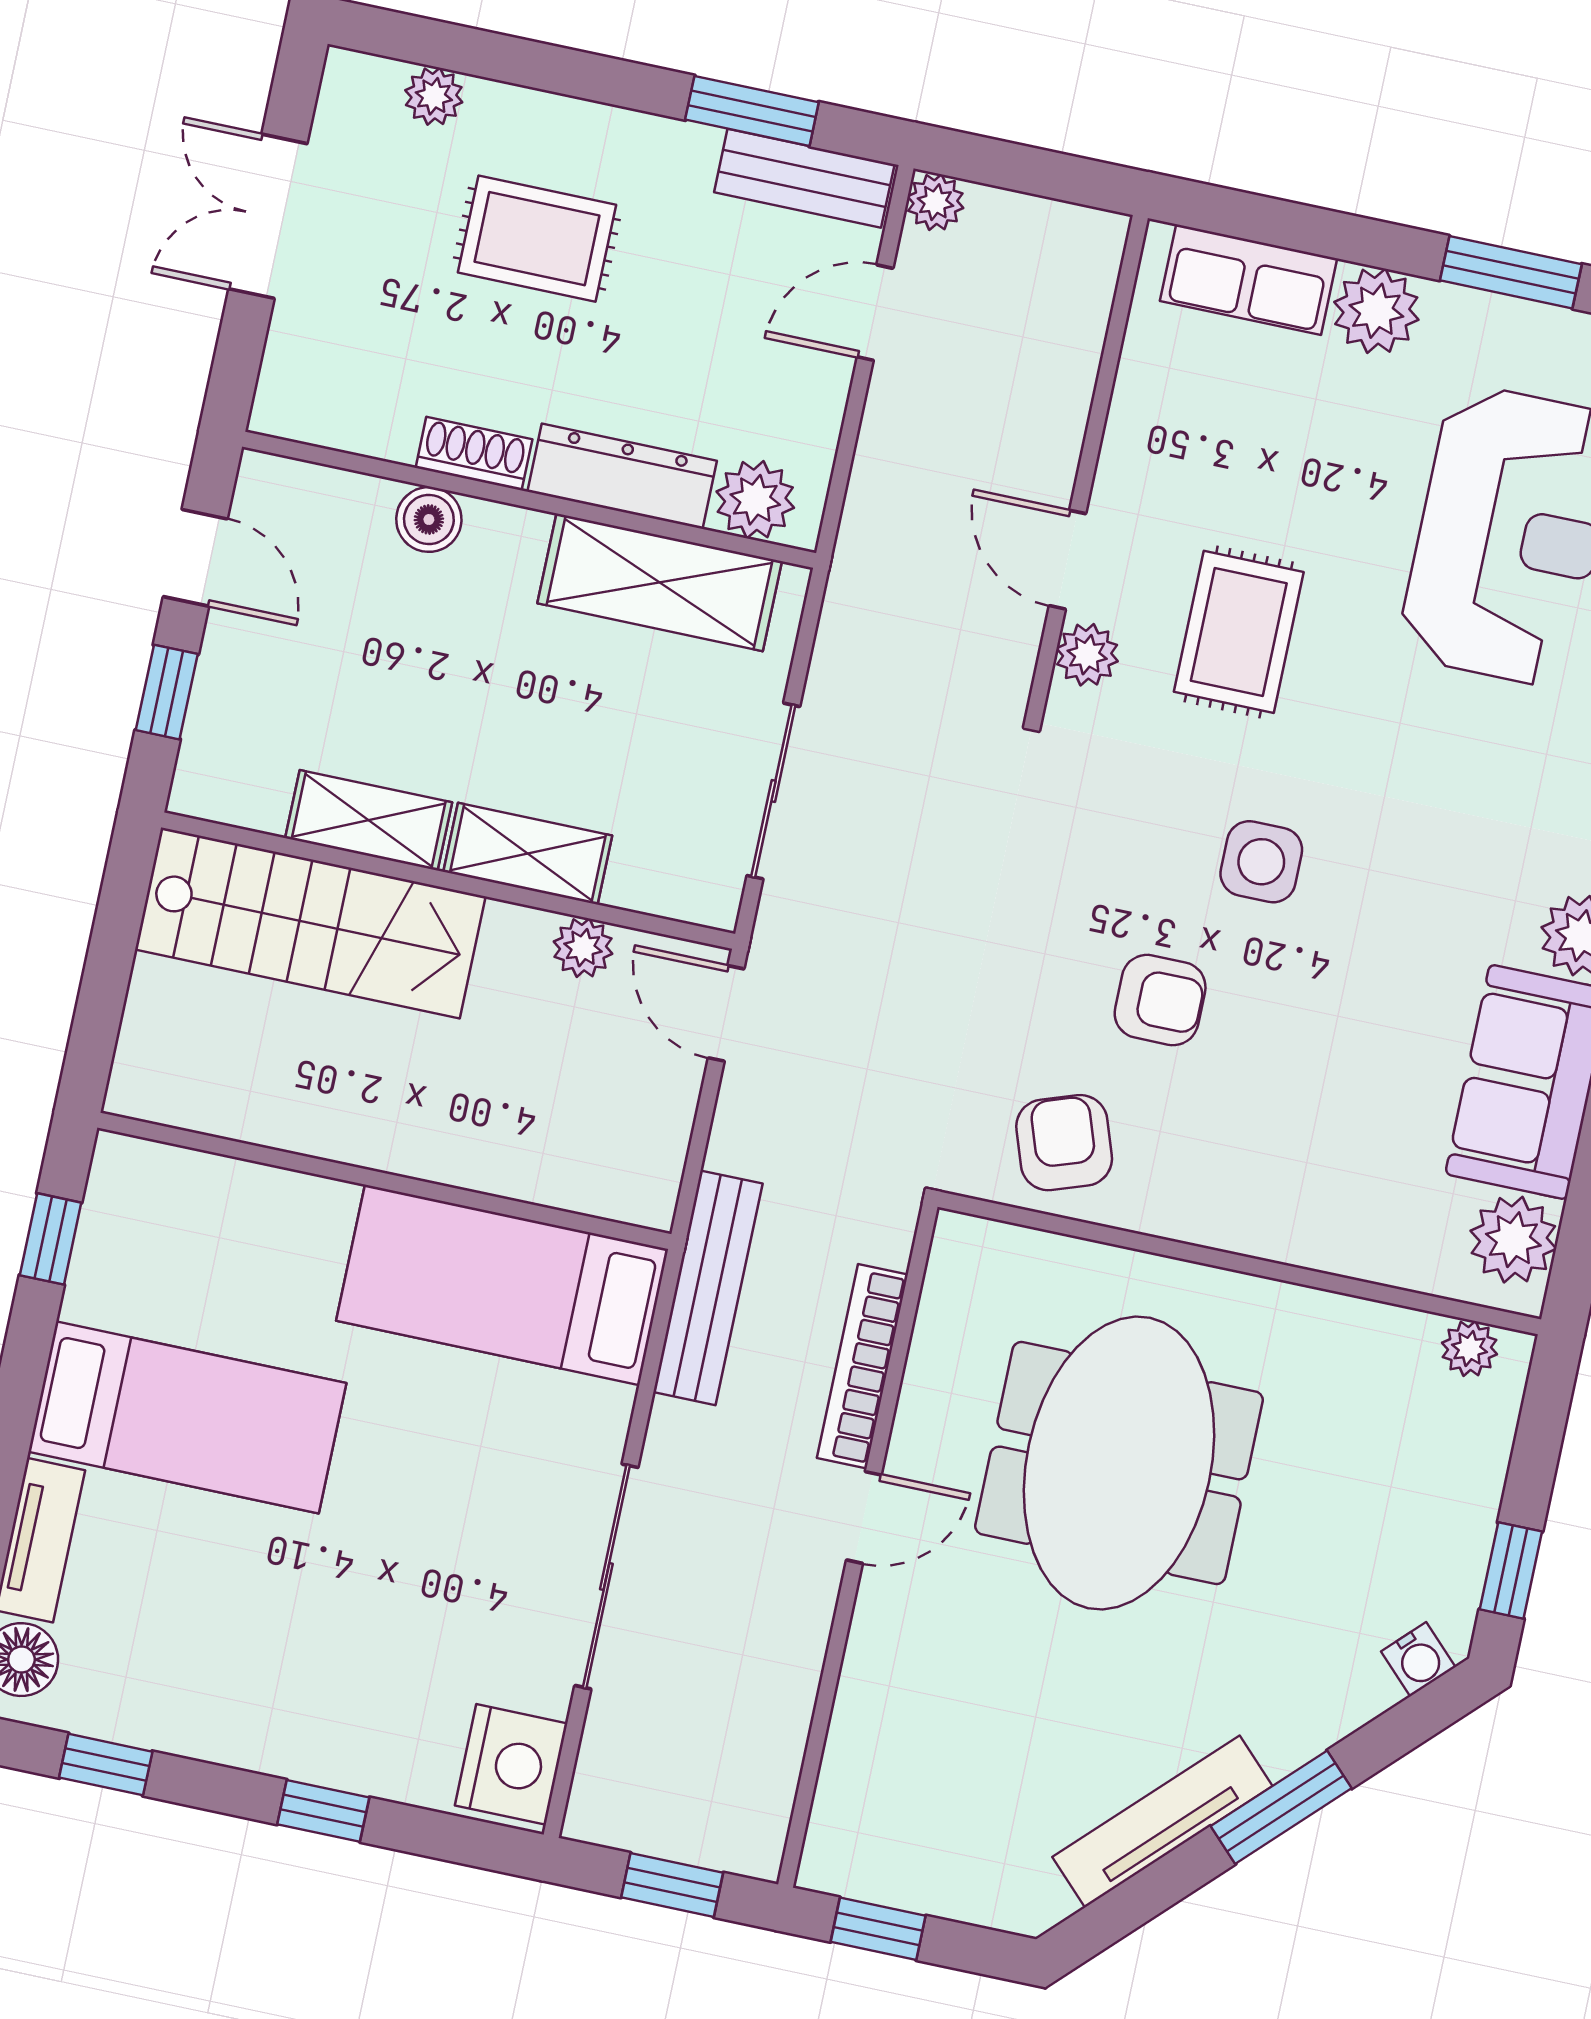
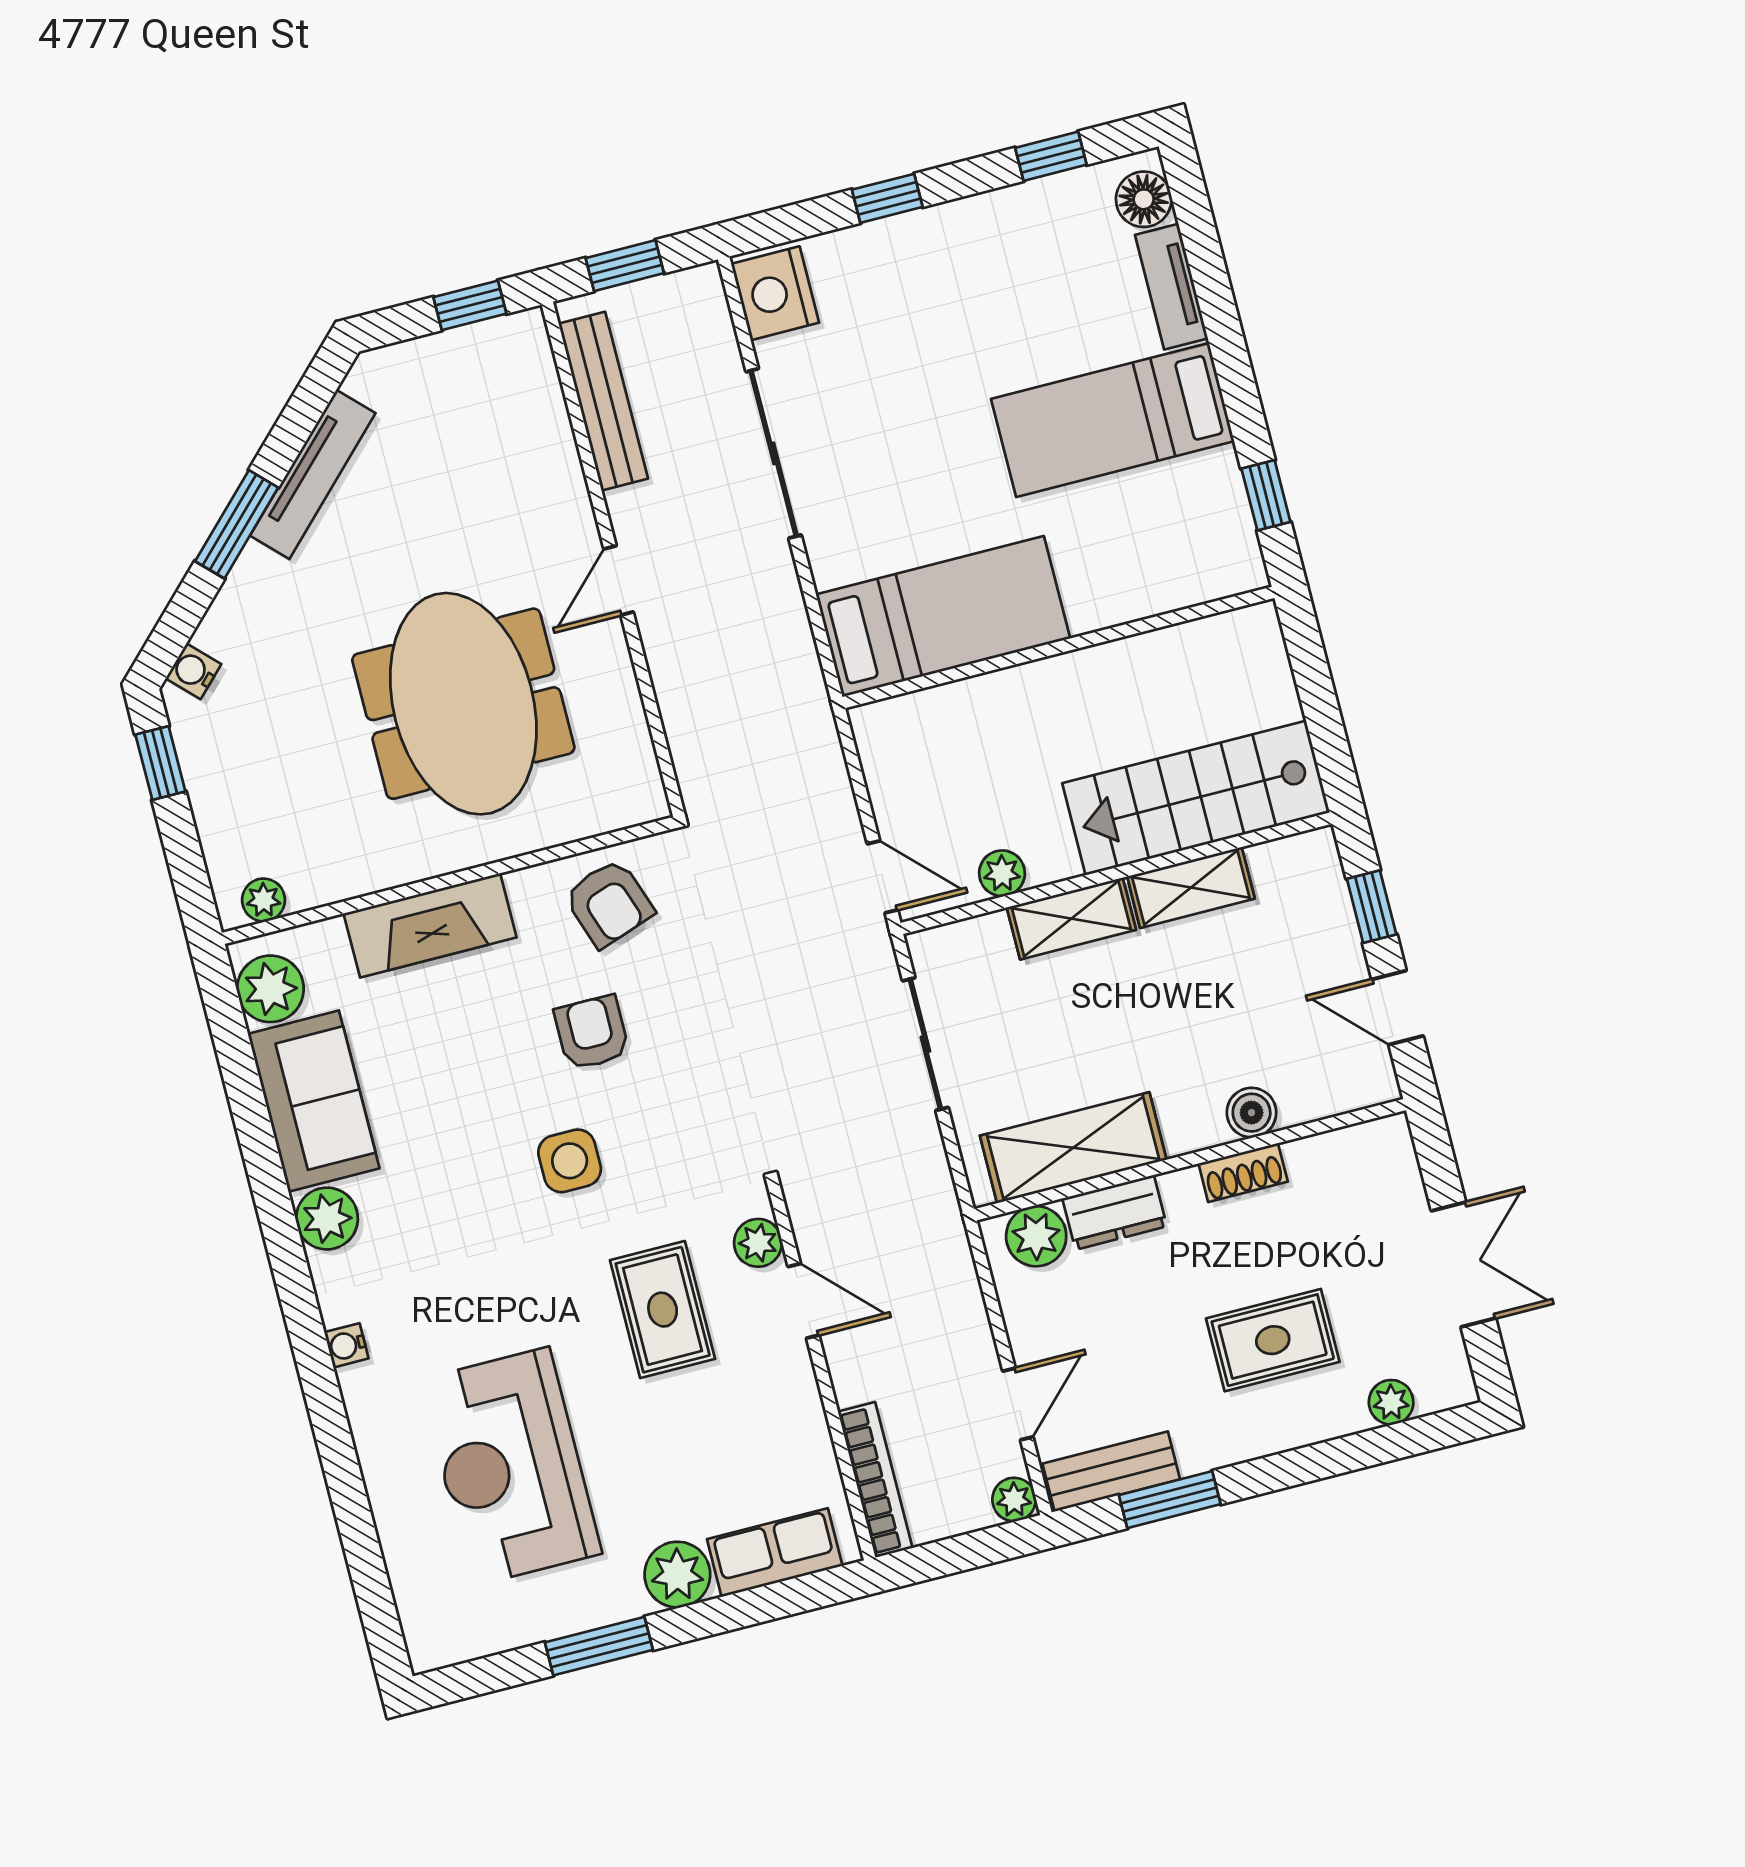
dresser: (622, 476) -> (1115, 1212), width x0.70
armchair: (1160, 1000) -> (592, 1033), turned 90
fireplace: (1288, 1221) -> (430, 925), added
bench: (708, 1288) -> (603, 401), moved
bookcase: (862, 1366) -> (875, 1480), moved

